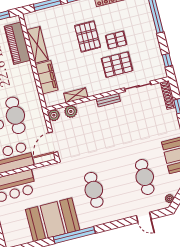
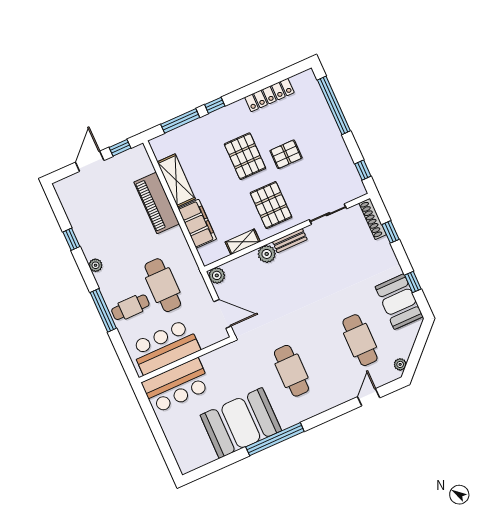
piano: (17, 43) -> (157, 203), moved
pallet: (117, 65) -> (271, 205), moved, turned 90
plant: (71, 111) -> (267, 254), moved
door: (53, 142) -> (222, 314), swing flipped
door: (144, 217) -> (369, 397), swing flipped

